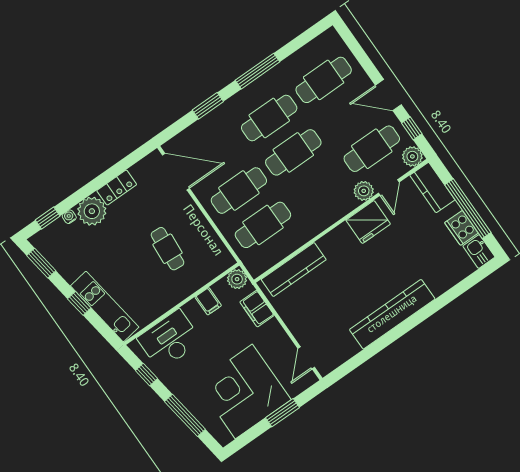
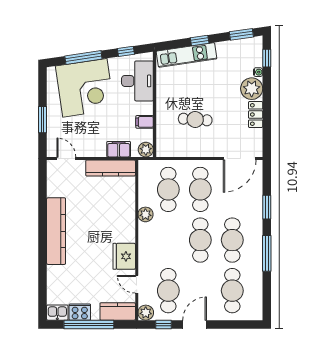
plant: (364, 191) -> (145, 214), moved
kitchen counter: (294, 269) -> (111, 168), moved, turned -90
corner desk: (244, 392) -> (85, 88), moved, turned 82

